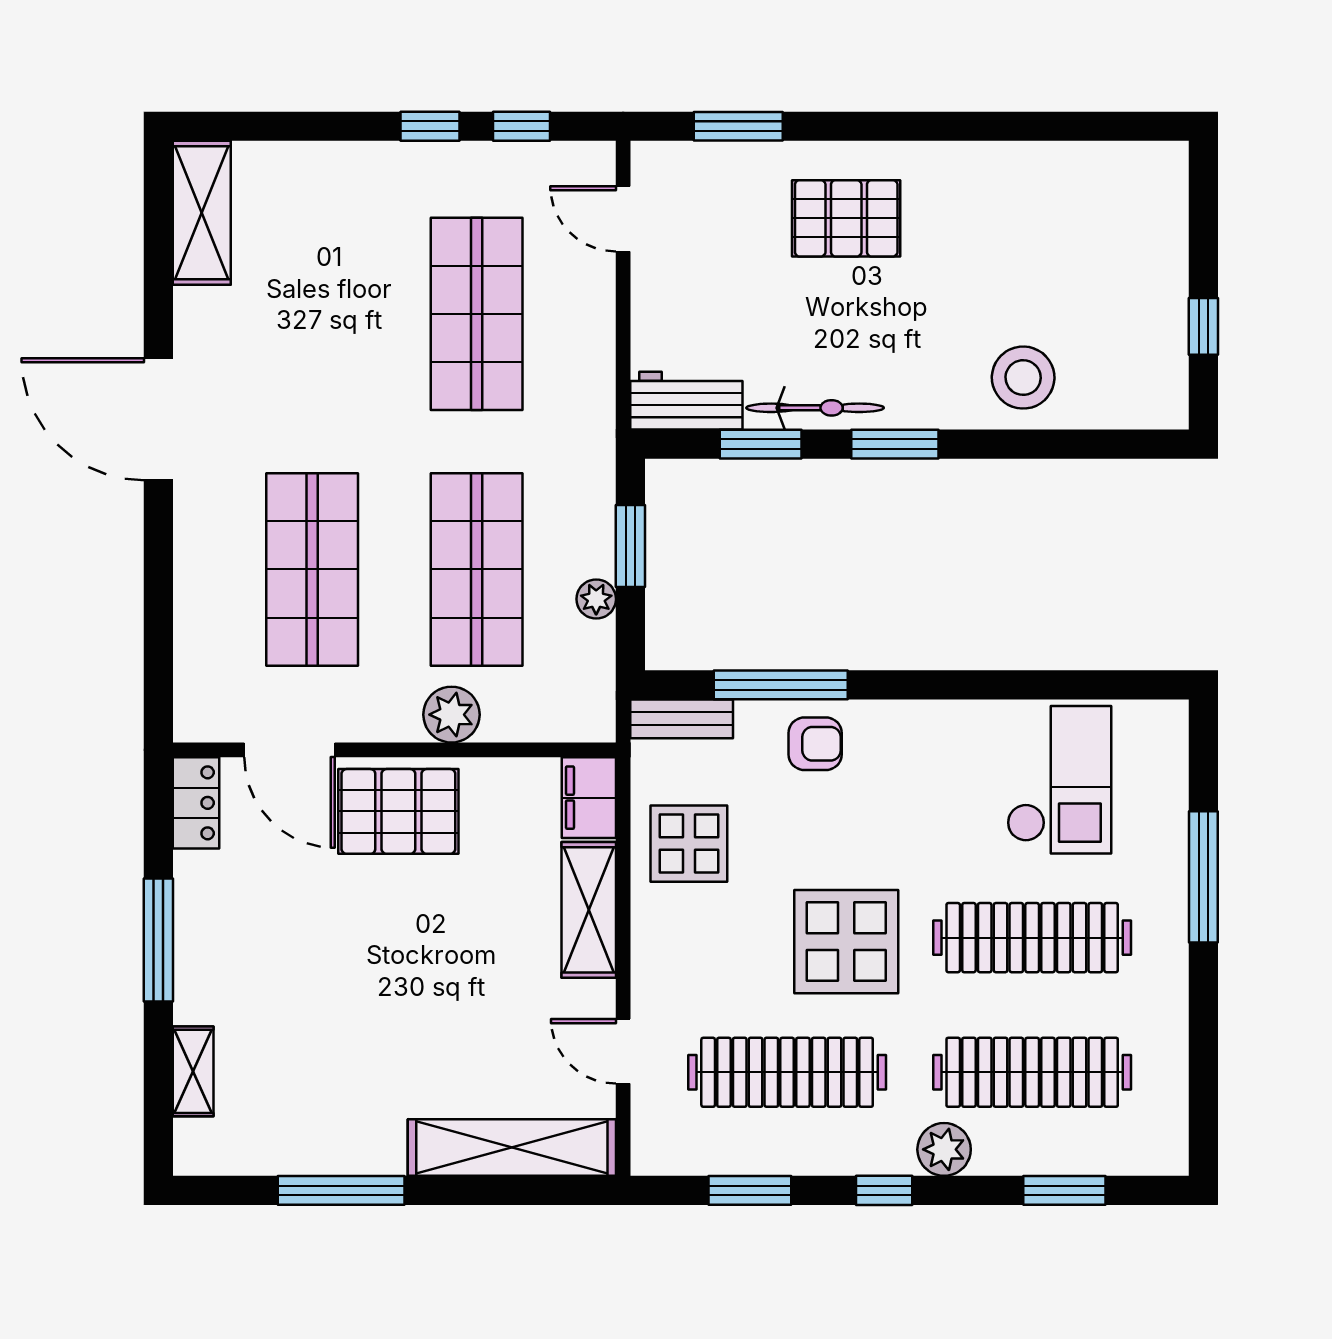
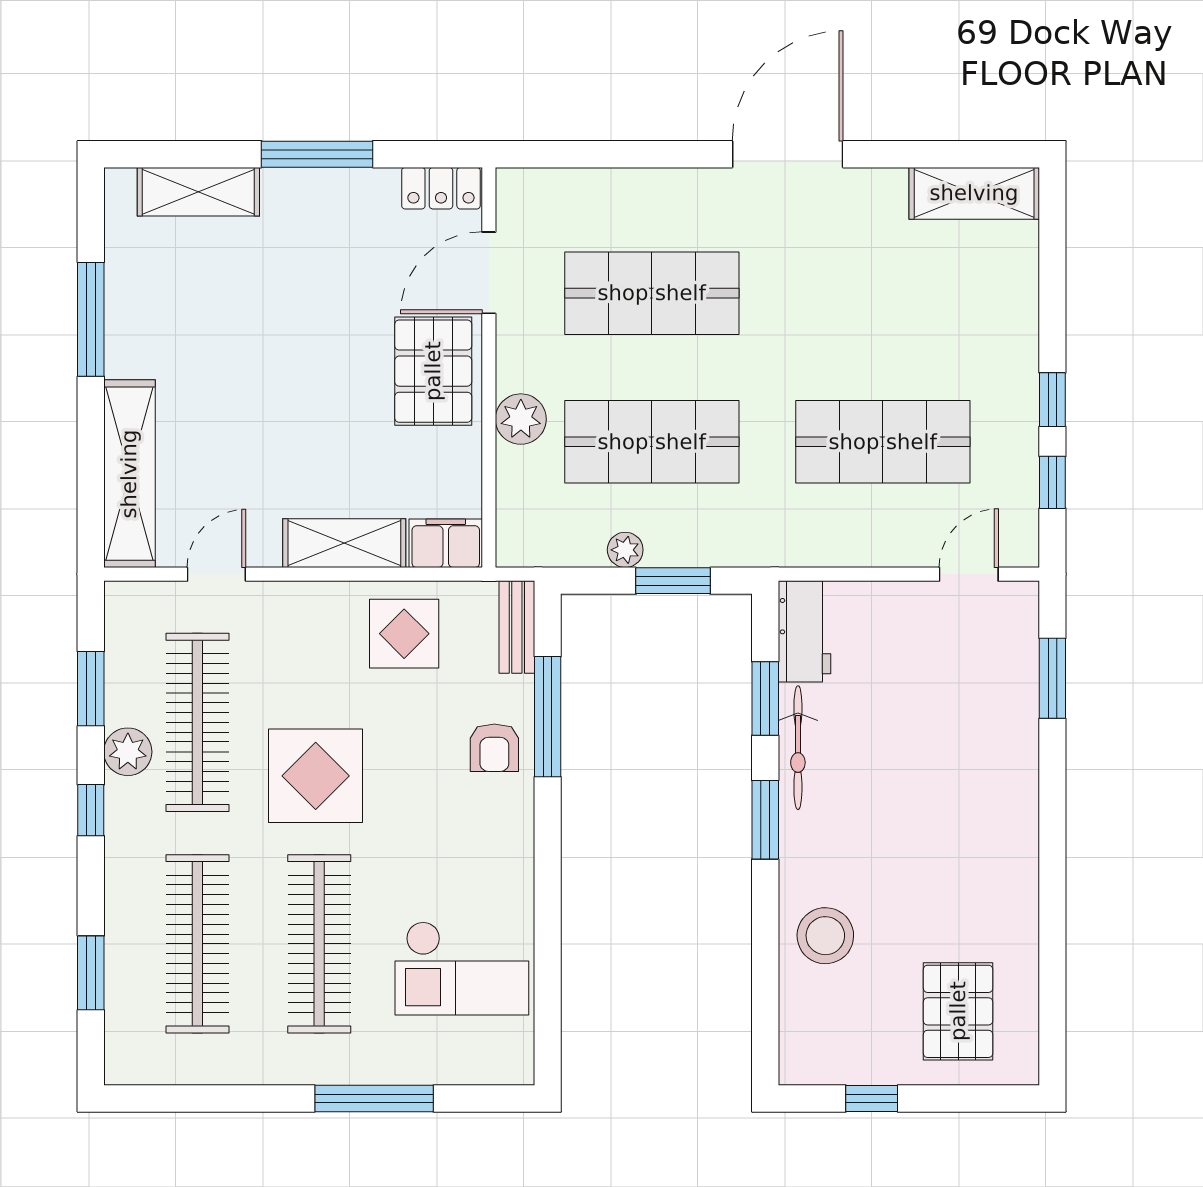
pallet: (846, 218) -> (958, 1011), moved
shelving: (193, 1071) -> (198, 192), width x1.50, depth x1.33
plant: (944, 1149) -> (128, 752), moved

